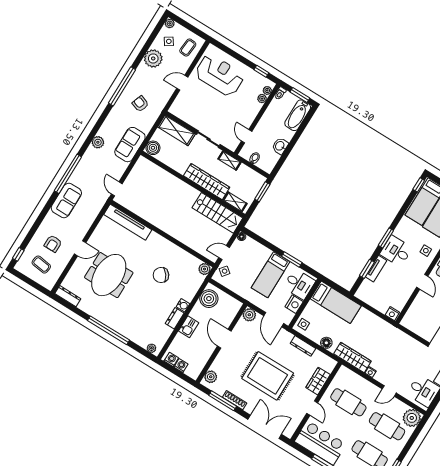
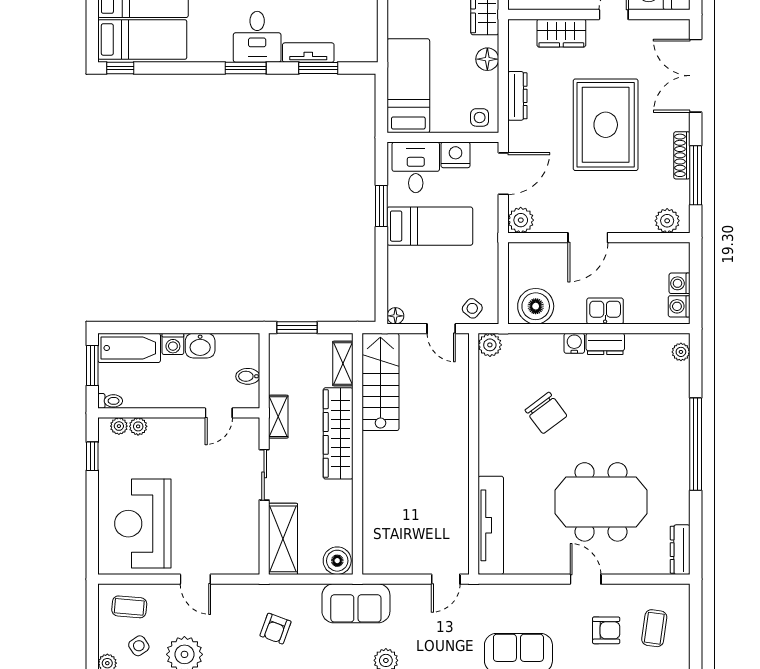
washing machine: (288, 135) -> (173, 344), added

